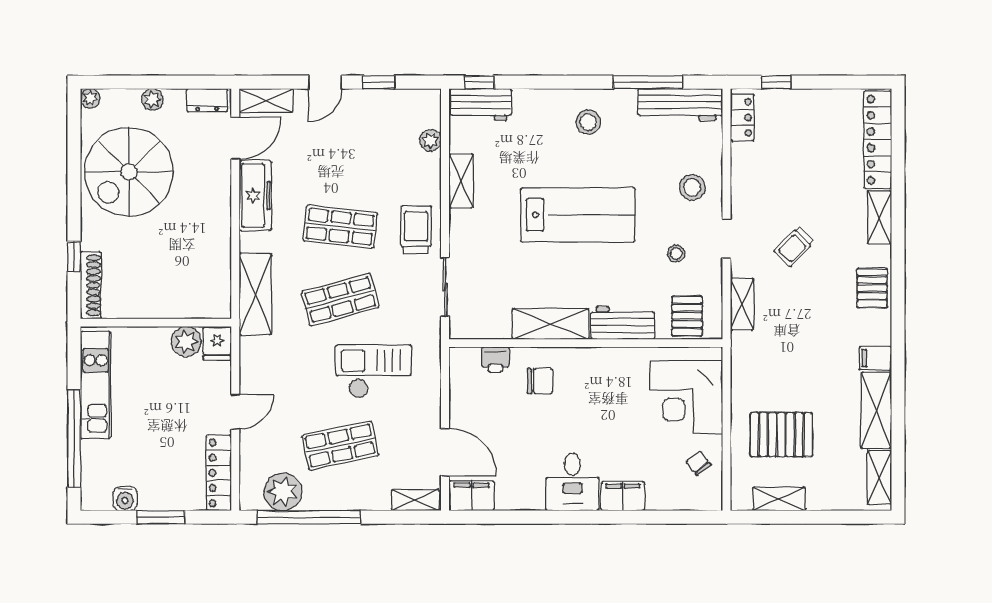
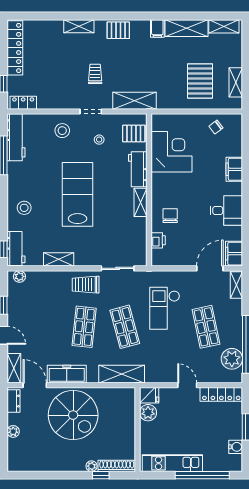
plant: (90, 98) -> (91, 466), moved
stool: (588, 122) -> (24, 208), moved
plant: (430, 140) -> (19, 276), moved
locker: (878, 140) -> (15, 48), moved, turned -90
spiral stairs: (129, 172) -> (73, 415), moved
trolley: (794, 247) -> (95, 74), turned -134
shelving: (742, 304) -> (134, 101), width x1.50, depth x1.33
shelving: (551, 324) -> (140, 202), width x0.67, depth x0.75
corner desk: (686, 397) -> (172, 152), moved, turned -90
desk: (572, 482) -> (226, 211), moved

